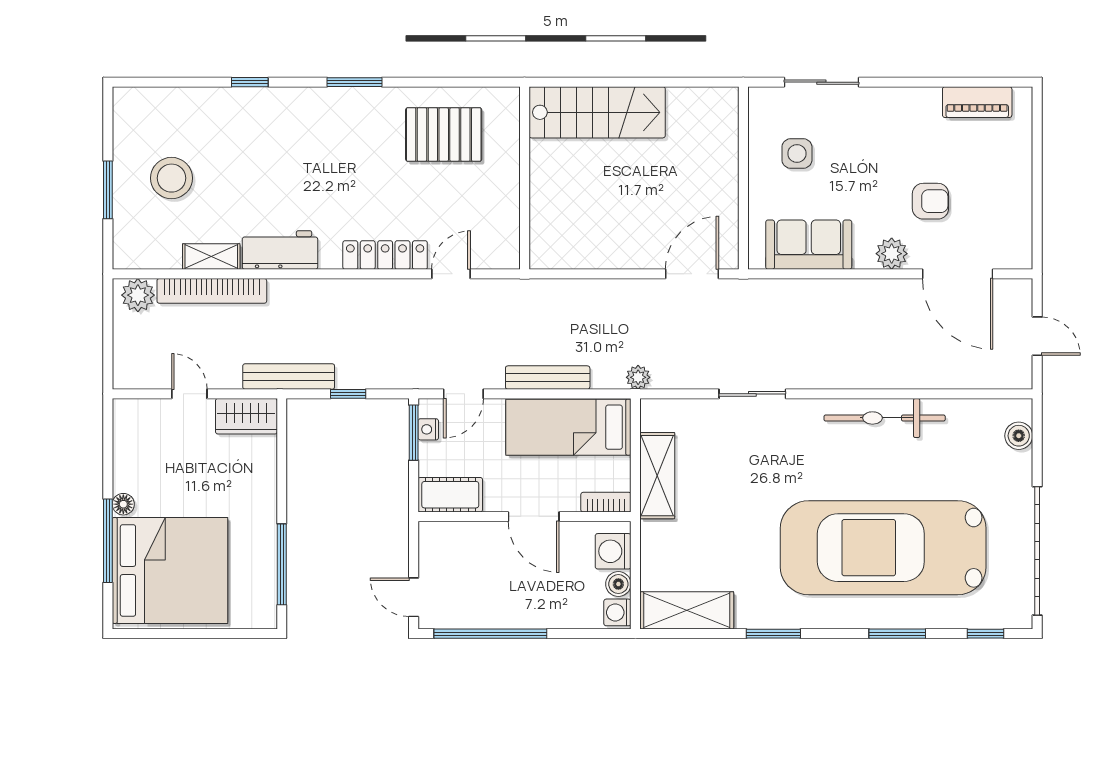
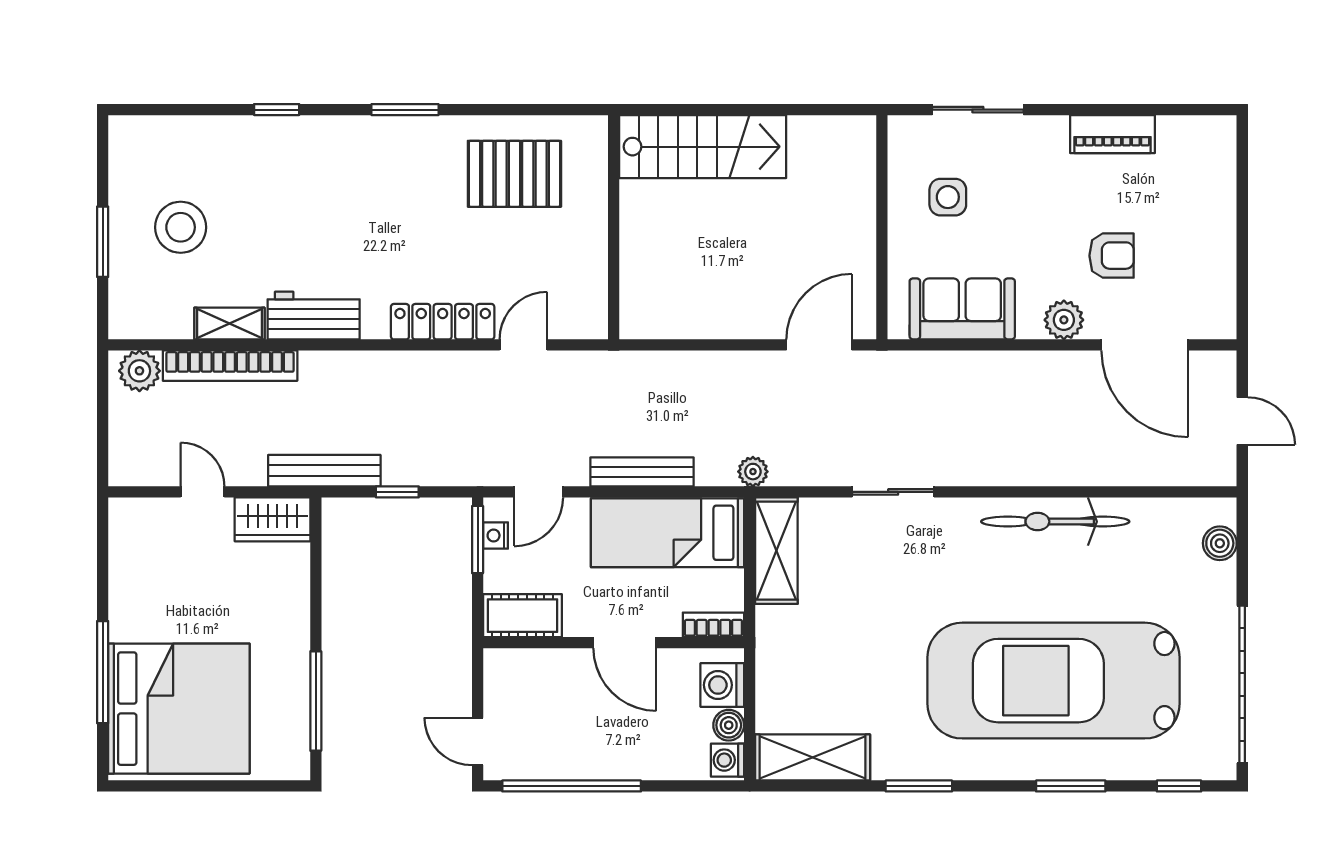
piano: (977, 102) -> (1112, 134), moved
shelving: (657, 476) -> (776, 551), moved
floor lamp: (123, 504) -> (121, 627), removed

